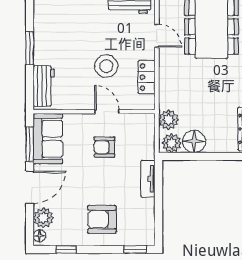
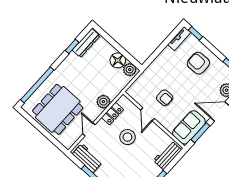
plant: (169, 120) -> (103, 102), moved
tv unit: (148, 179) -> (179, 39), moved
armchair: (102, 219) -> (198, 63), turned 180

